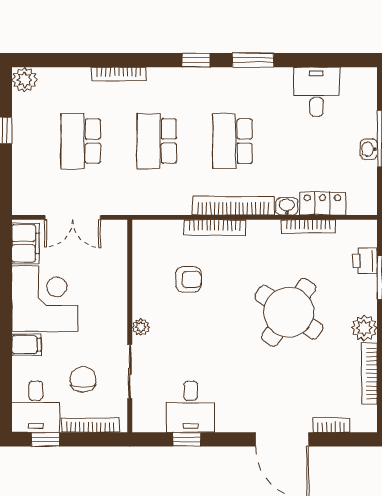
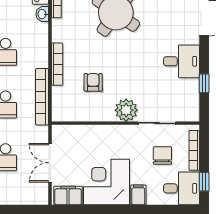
bookcase: (233, 206) -> (42, 97), moved
double door: (73, 217) -> (50, 163), swing flipped
plant: (141, 327) -> (126, 110), width x1.88, depth x1.88
chair: (83, 379) -> (162, 156), turned 90
desk: (191, 407) -> (182, 61), moved

